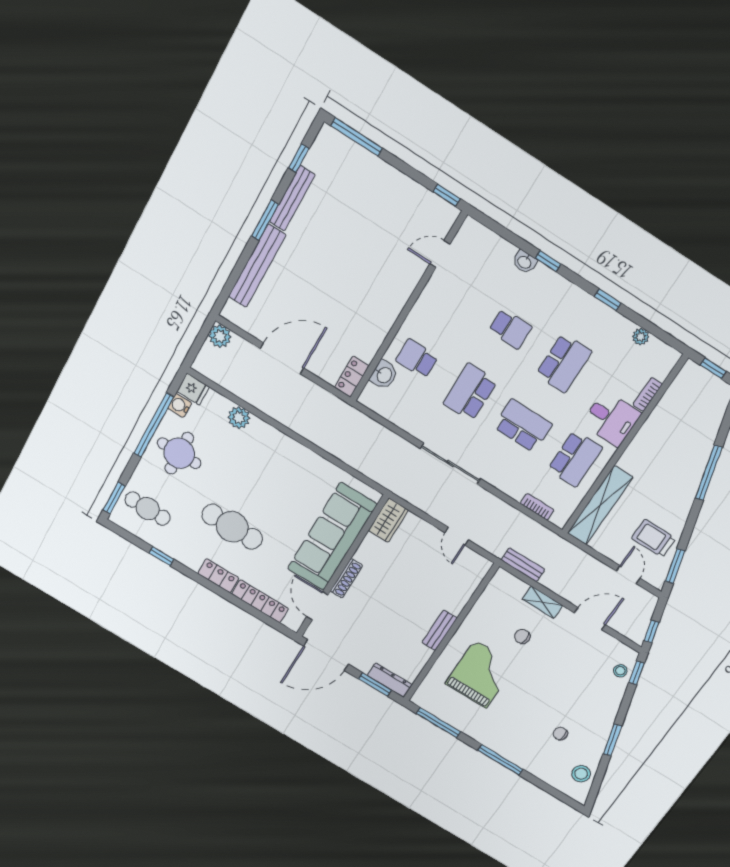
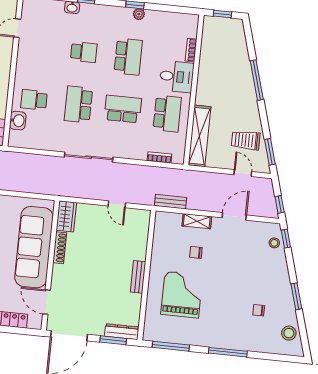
plant: (641, 337) -> (139, 14), moved
shoe rack: (346, 578) -> (60, 248), moved

